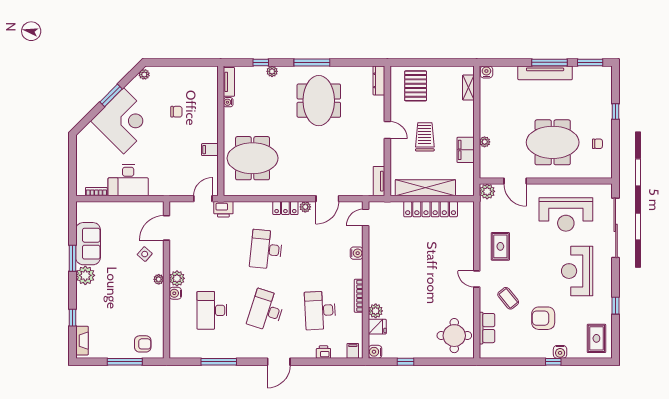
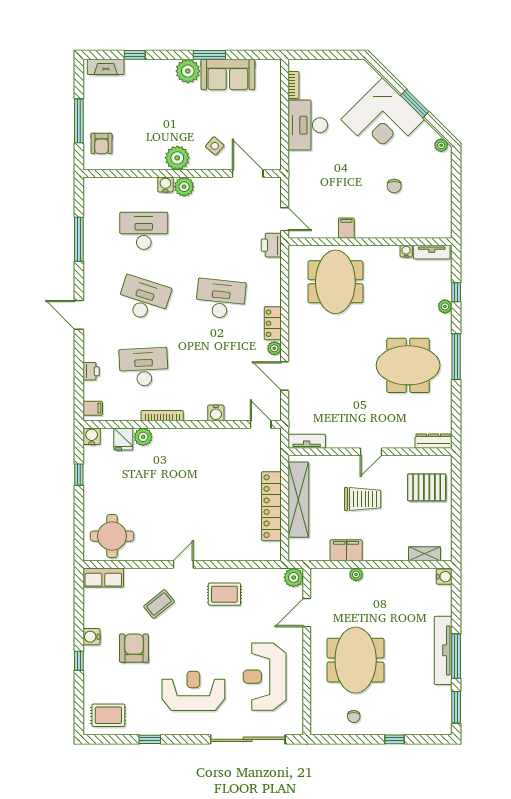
plant: (159, 279) -> (177, 158), width x1.87, depth x1.87
row of seats: (487, 328) -> (103, 577), moved
water cooler: (560, 352) -> (91, 637), moved

